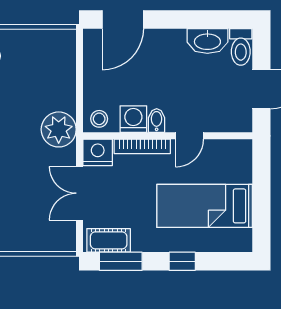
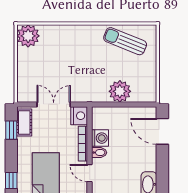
stool: (99, 119) -> (100, 117), removed
plant: (59, 129) -> (120, 91), moved
window: (121, 261) -> (11, 130), width x0.67
window: (182, 261) -> (11, 181), moved

